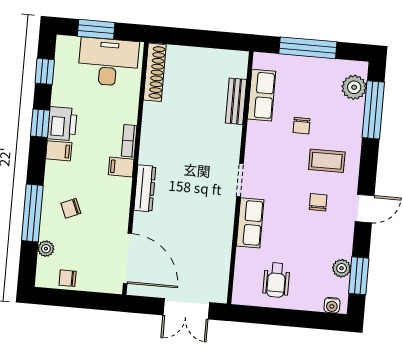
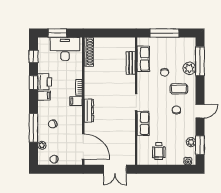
plant: (354, 87) -> (189, 68), moved

